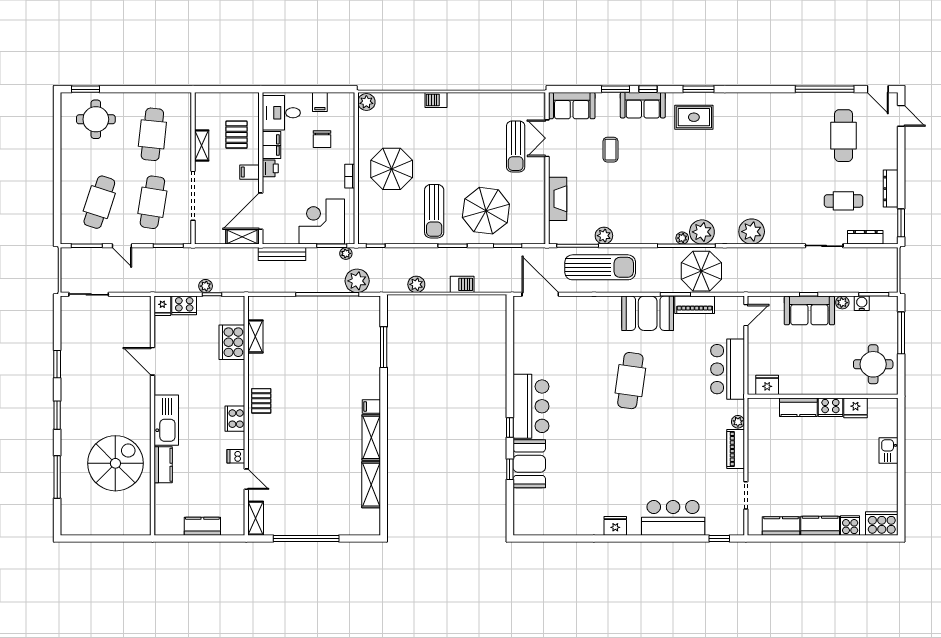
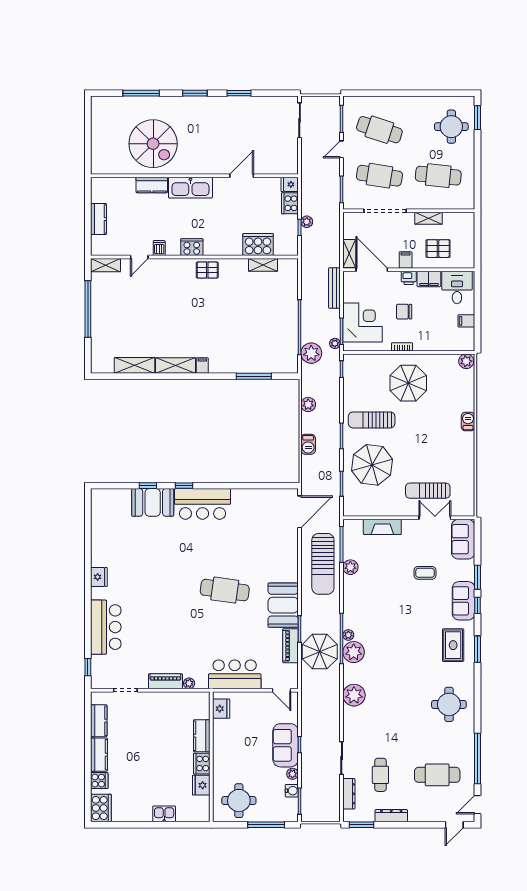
round table: (762, 122) -> (449, 704), added
chair: (322, 139) -> (404, 312), moved

